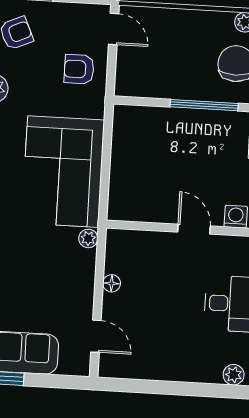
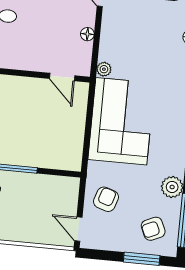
armchair: (79, 69) -> (106, 199), turned -72
door: (194, 229) -> (62, 77), moved

